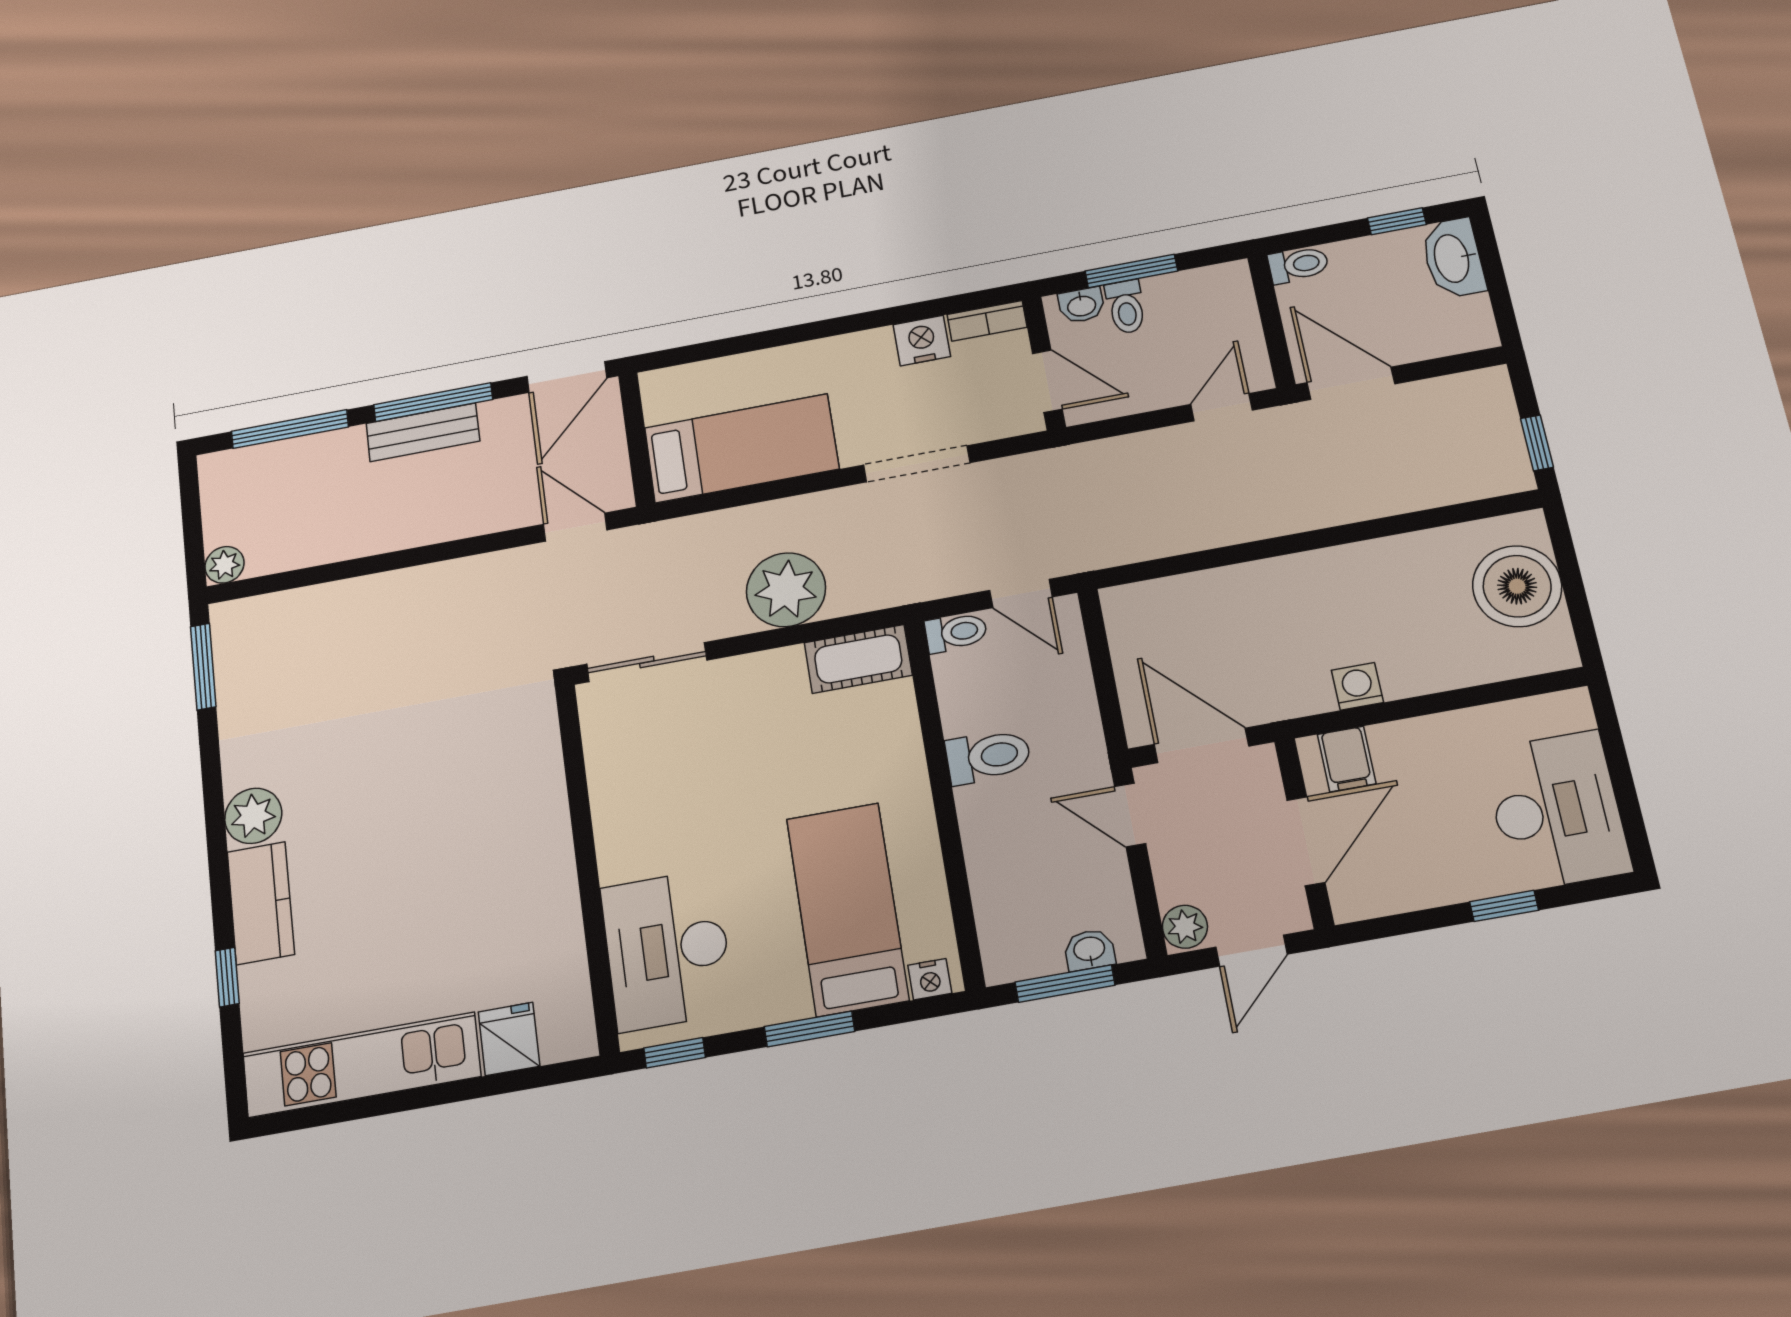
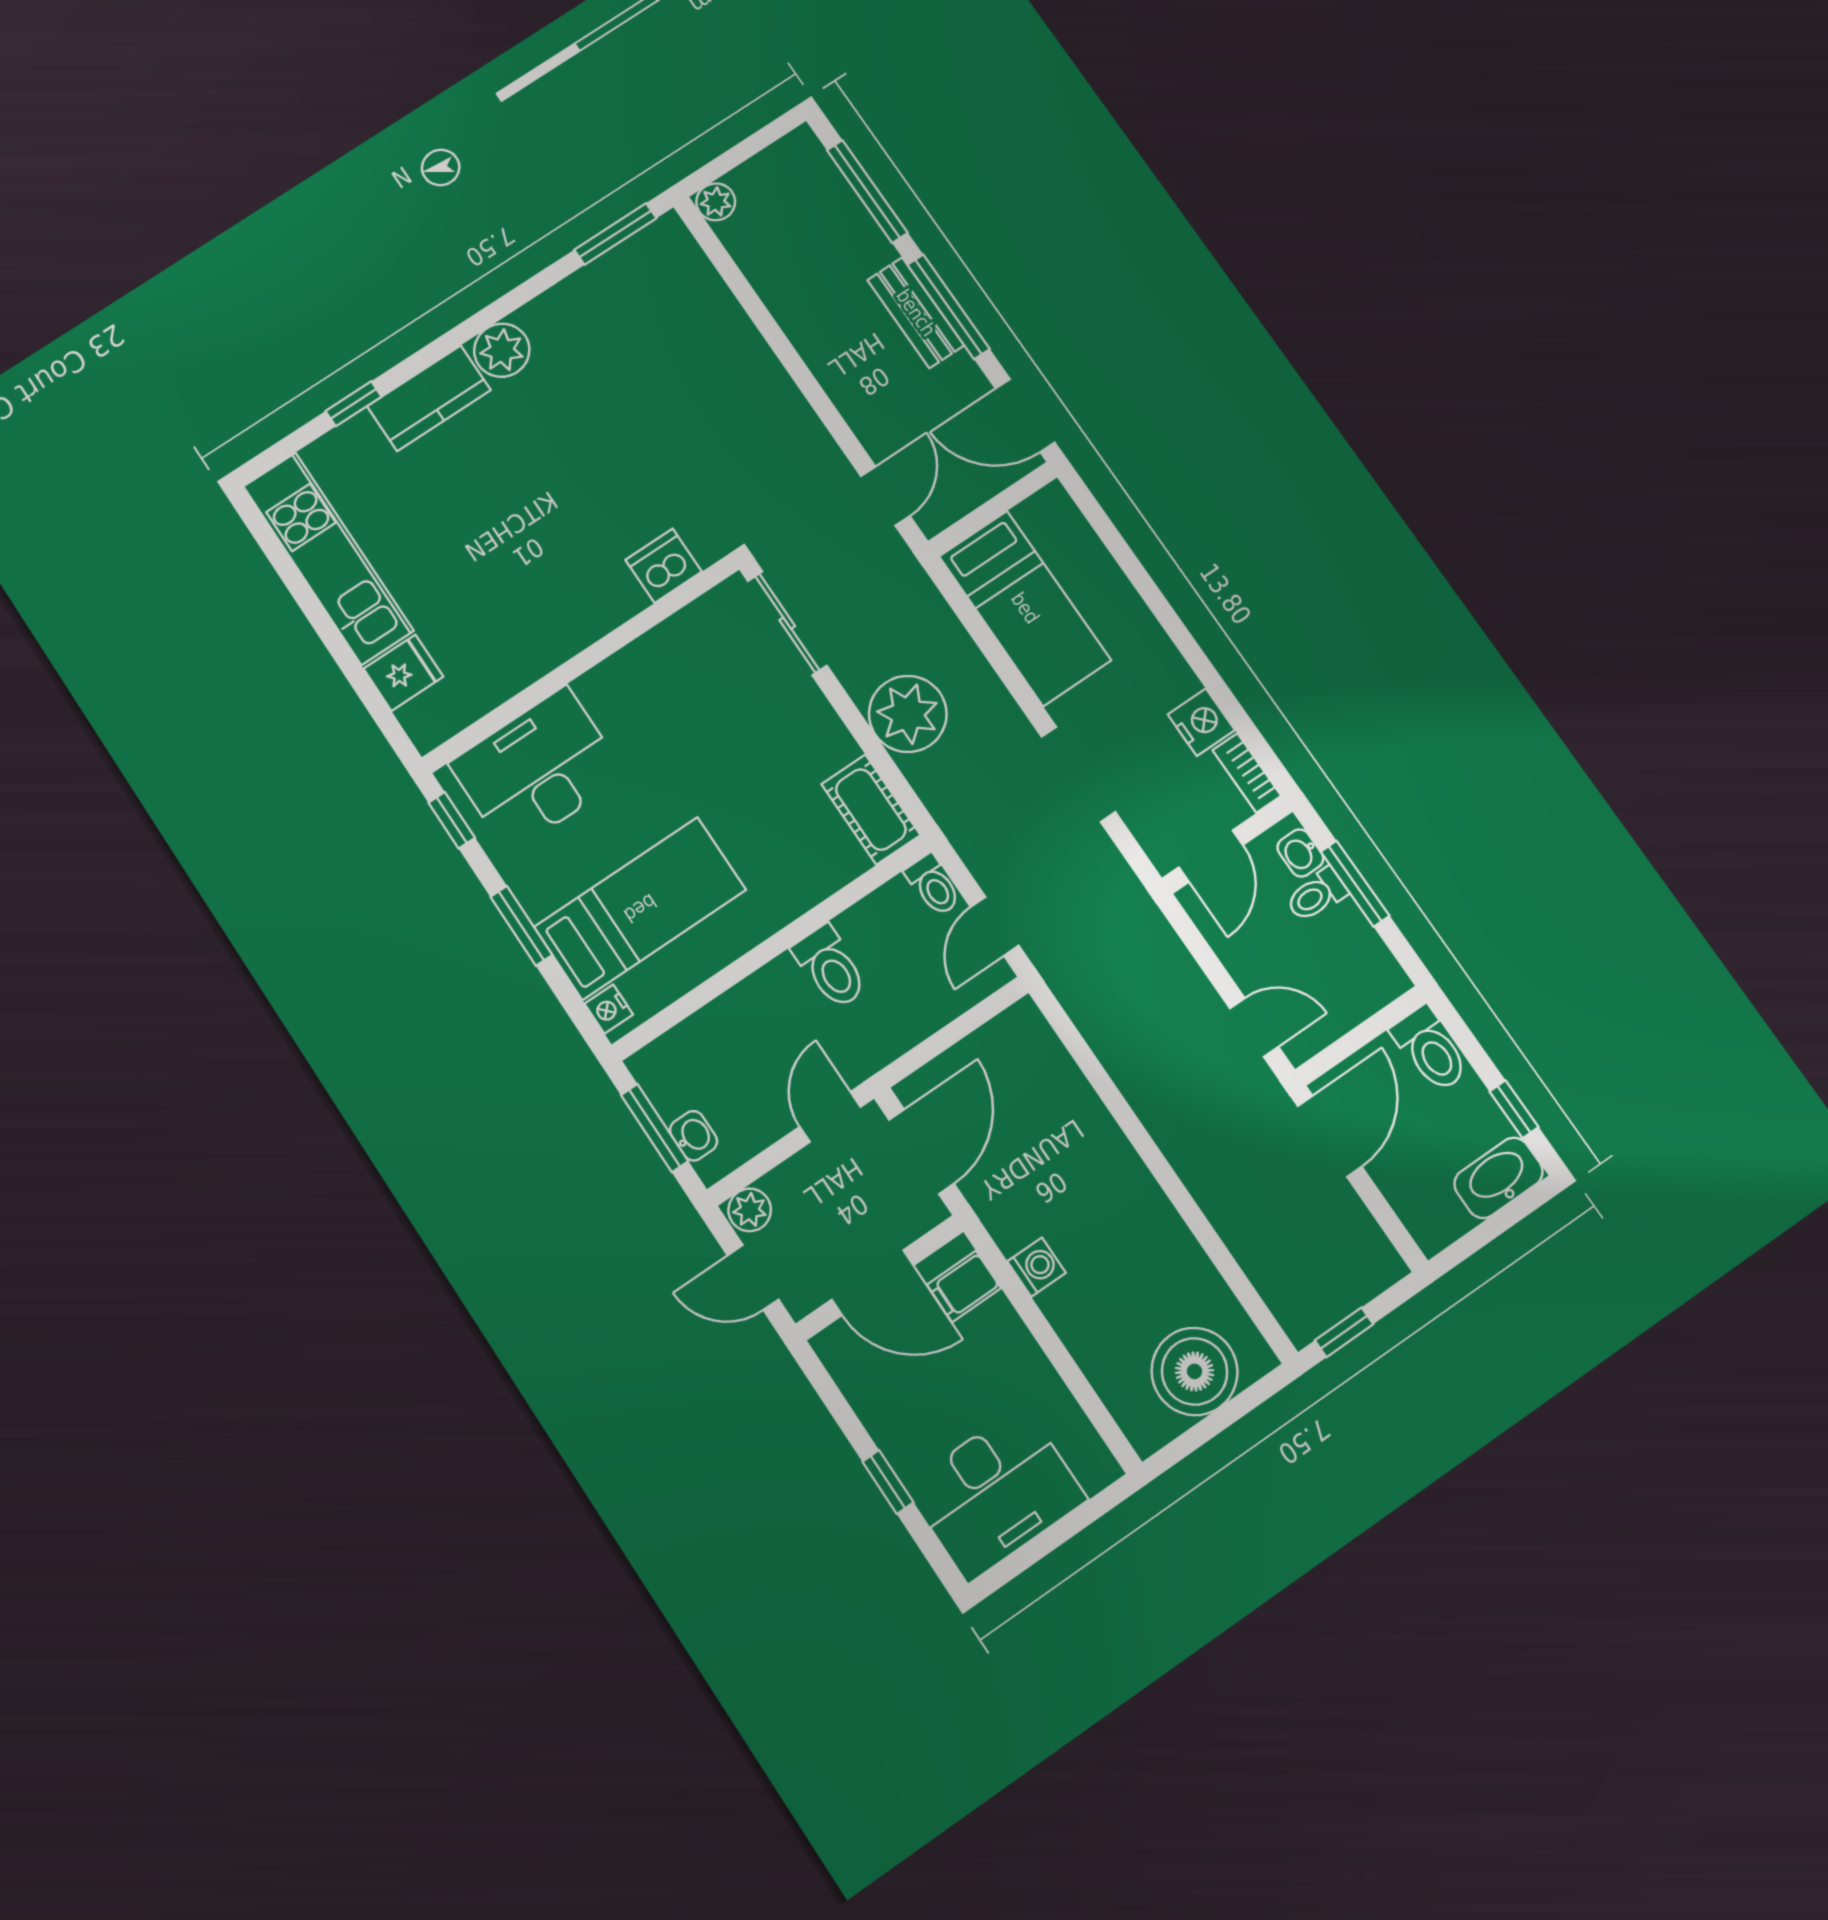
toilet: (1298, 265) -> (1430, 1049), width x1.37, depth x1.39
dishwasher: (535, 752) -> (664, 566), added

